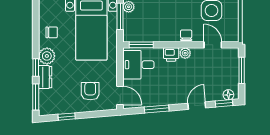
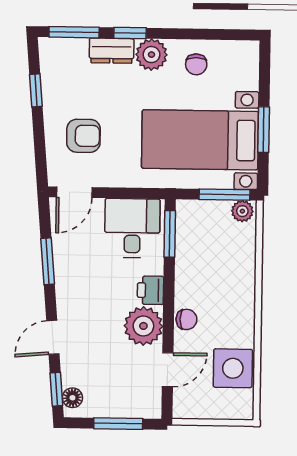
plant: (185, 53) -> (143, 326), width x1.88, depth x1.88
door: (197, 106) -> (53, 337), swing flipped

